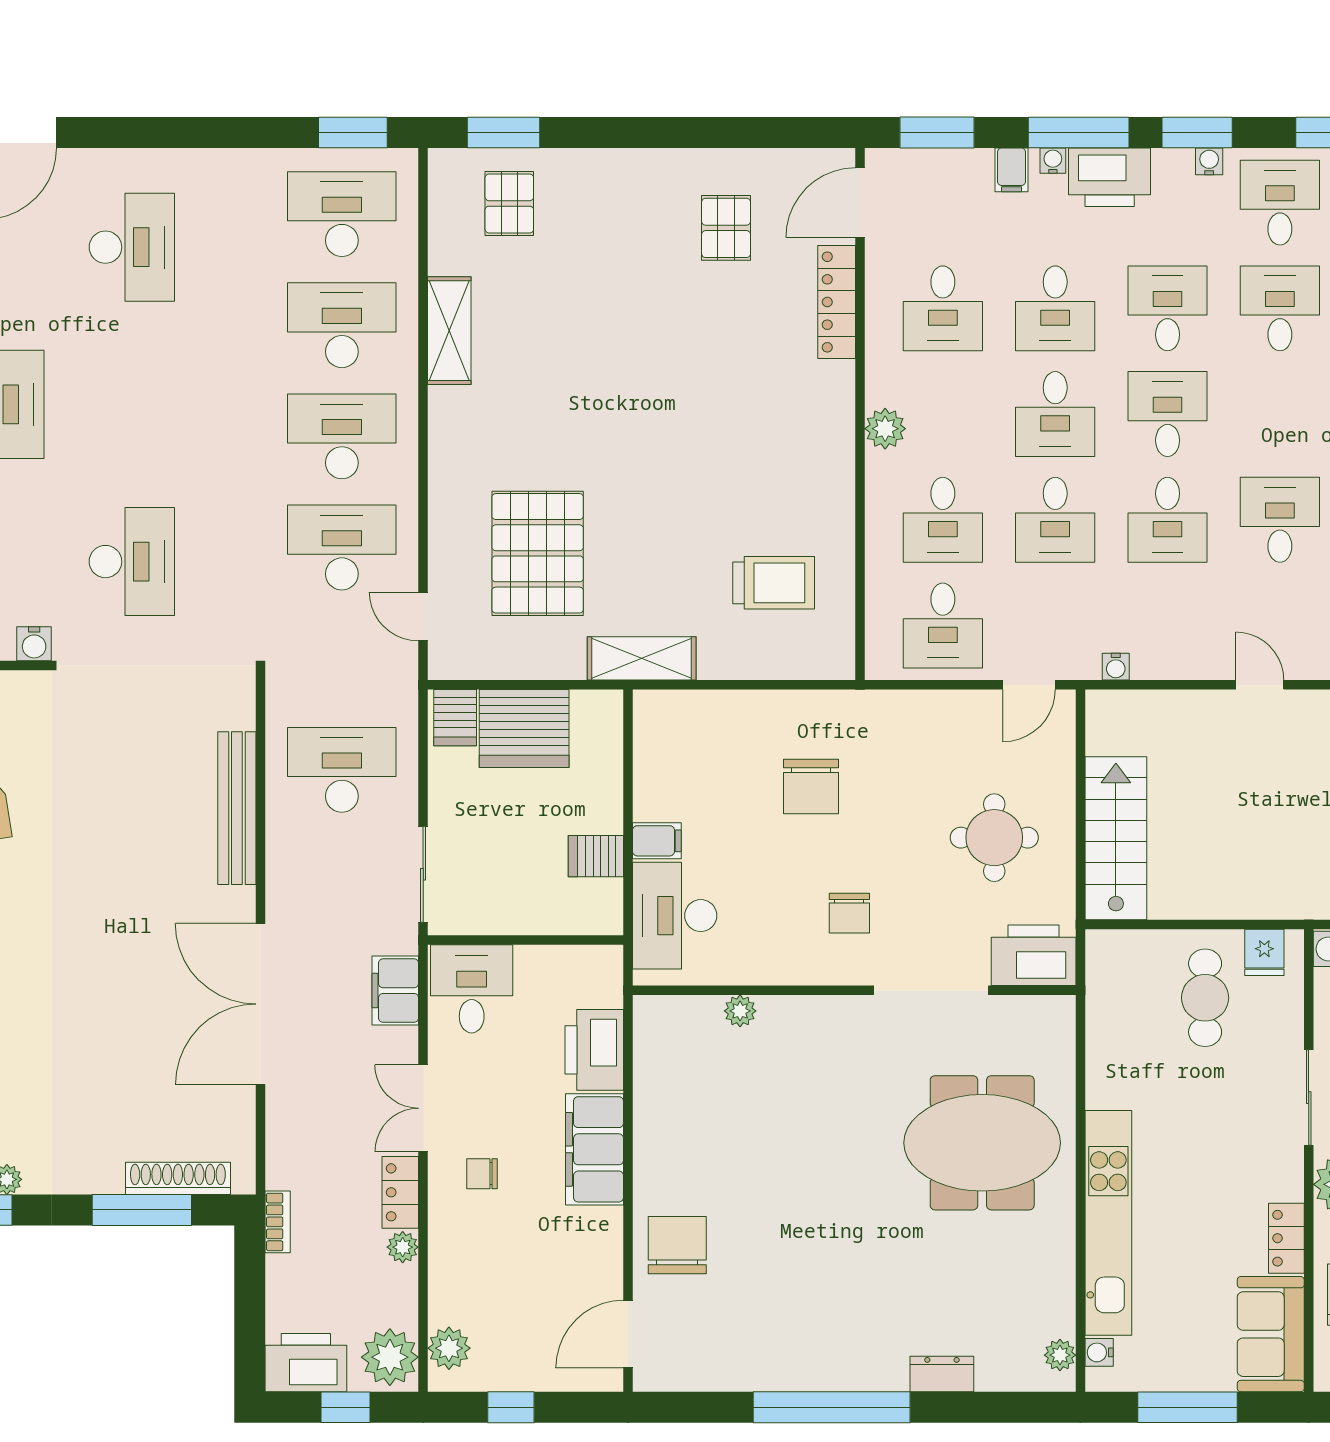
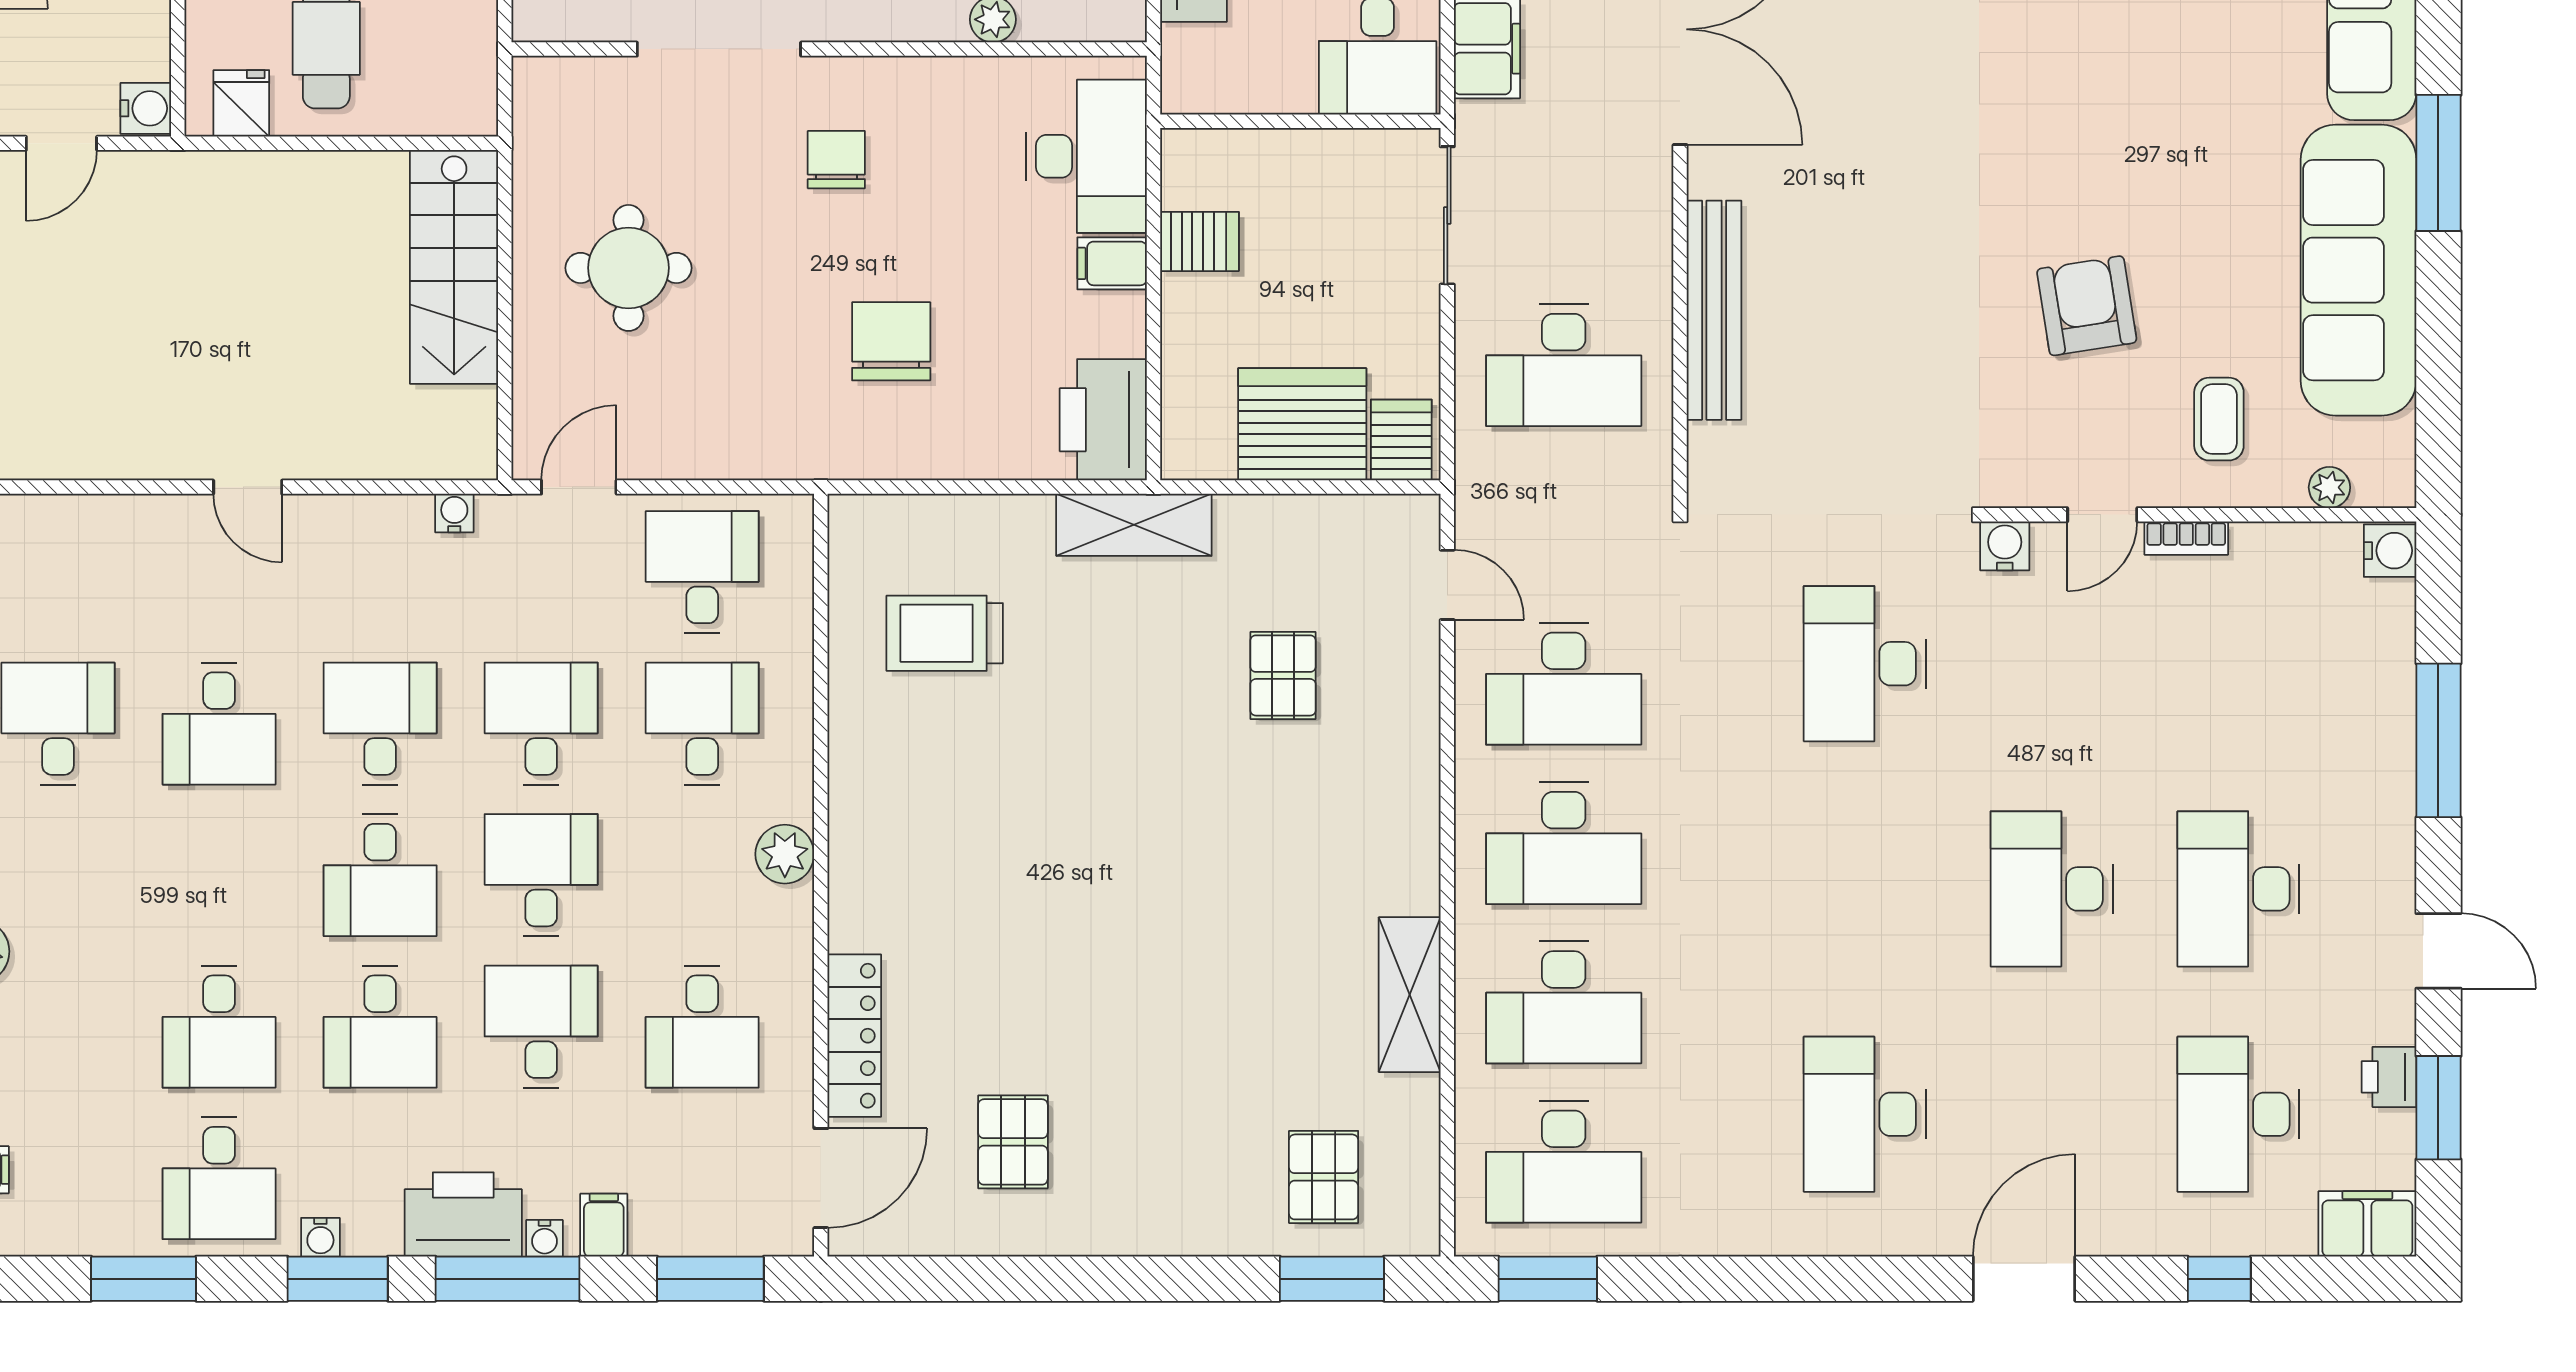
desk: (943, 308) -> (702, 1027), turned 180
pallet: (538, 553) -> (1283, 675), width x0.49, depth x0.50
printer: (1034, 955) -> (1103, 420), moved, turned 90

